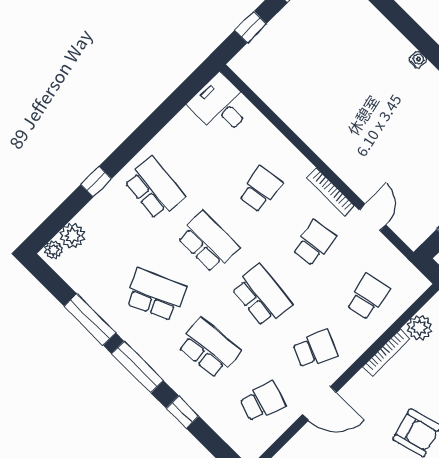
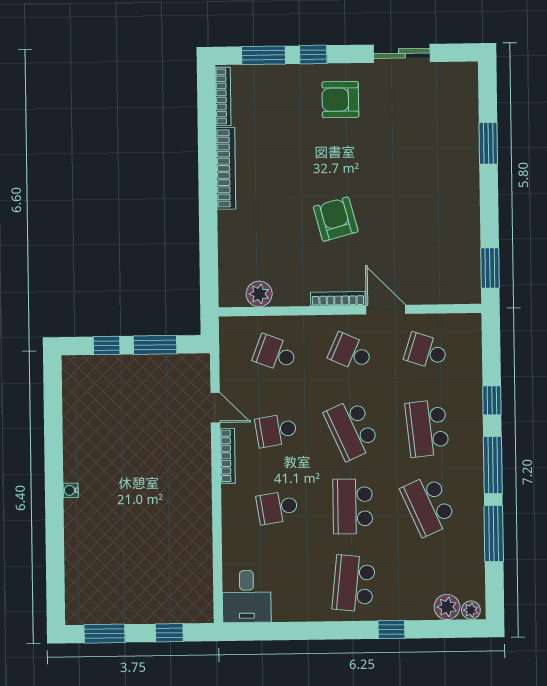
door: (372, 217) -> (215, 408), swing flipped
school desk: (261, 296) -> (352, 429), turned -30
school desk: (368, 297) -> (275, 353), turned 33
bookcase: (386, 353) -> (338, 299), moved

